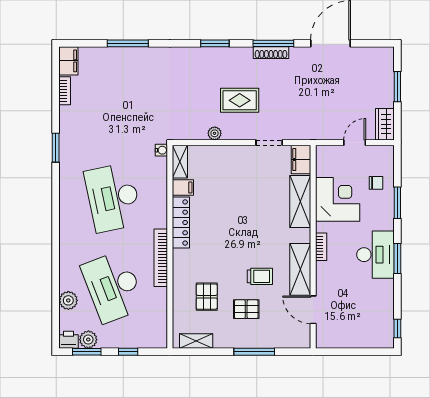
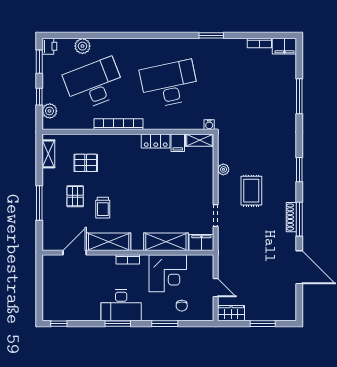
locker: (181, 222) -> (156, 141), width x0.66
plant: (88, 340) -> (50, 111), moved

